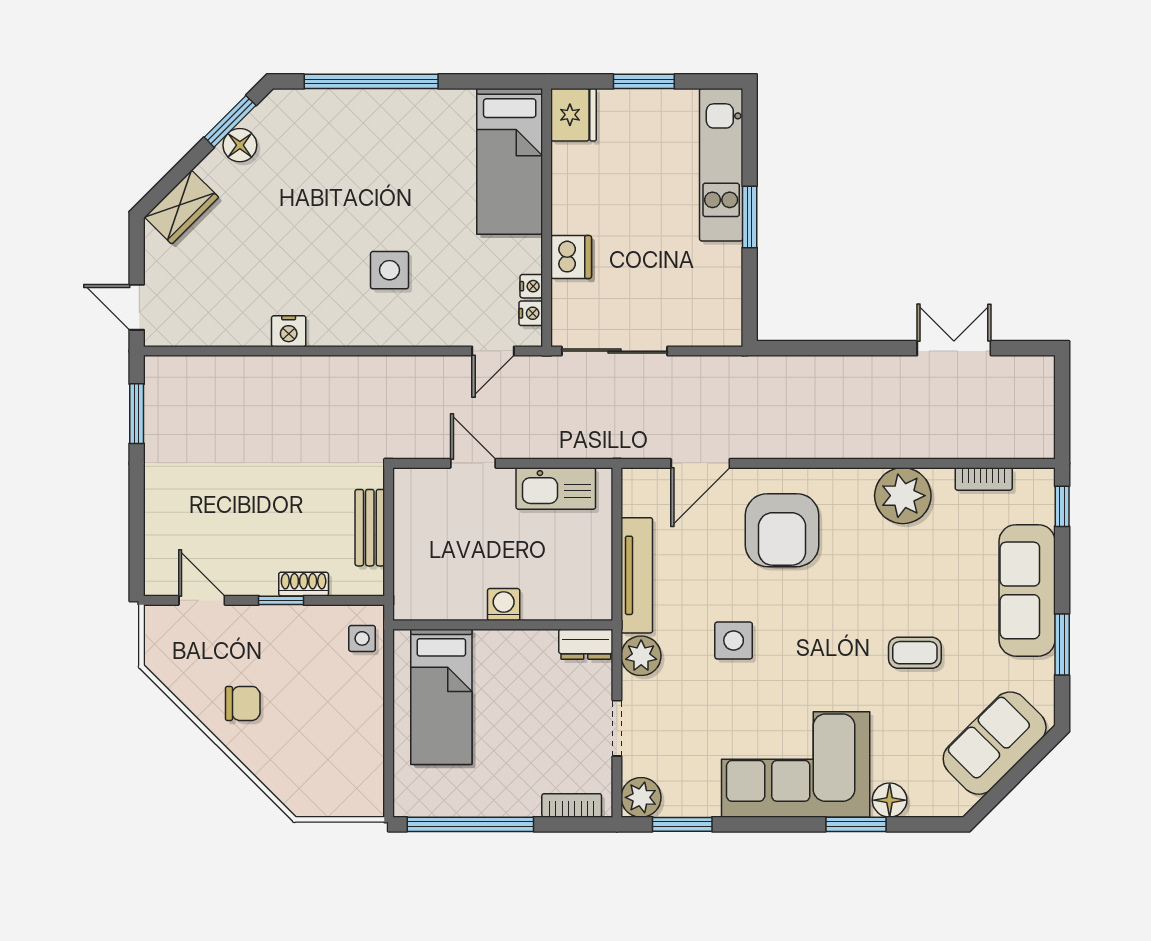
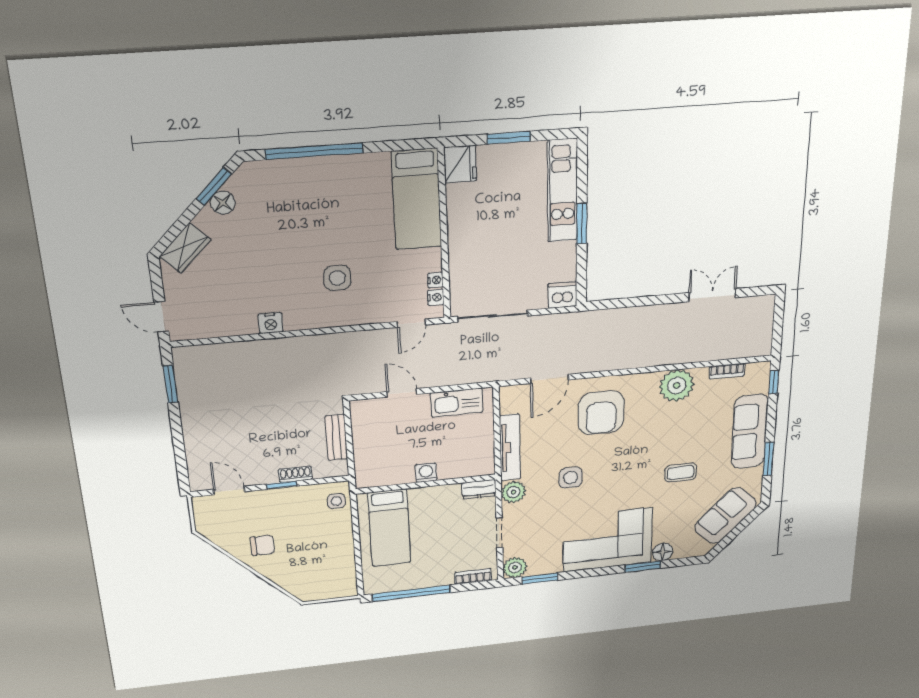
dishwasher: (571, 257) -> (563, 295), moved, turned -90

